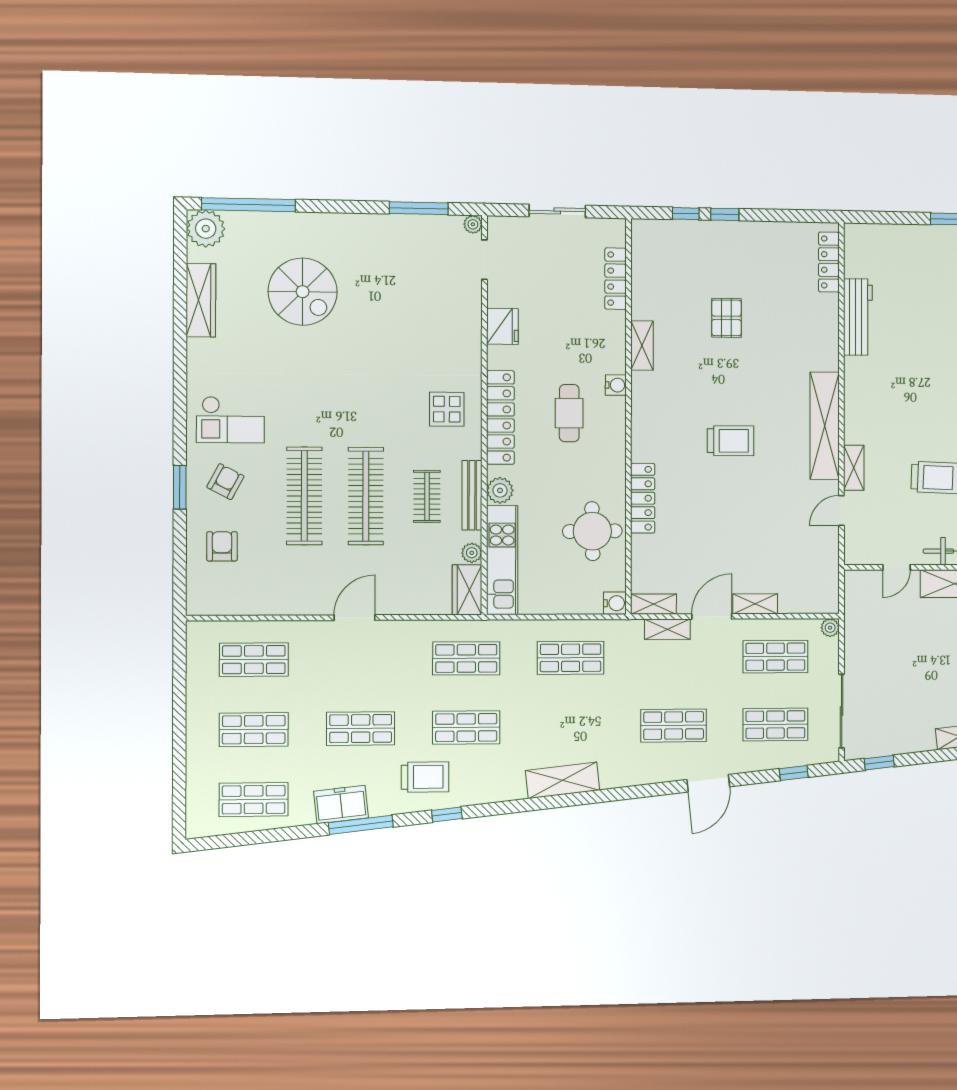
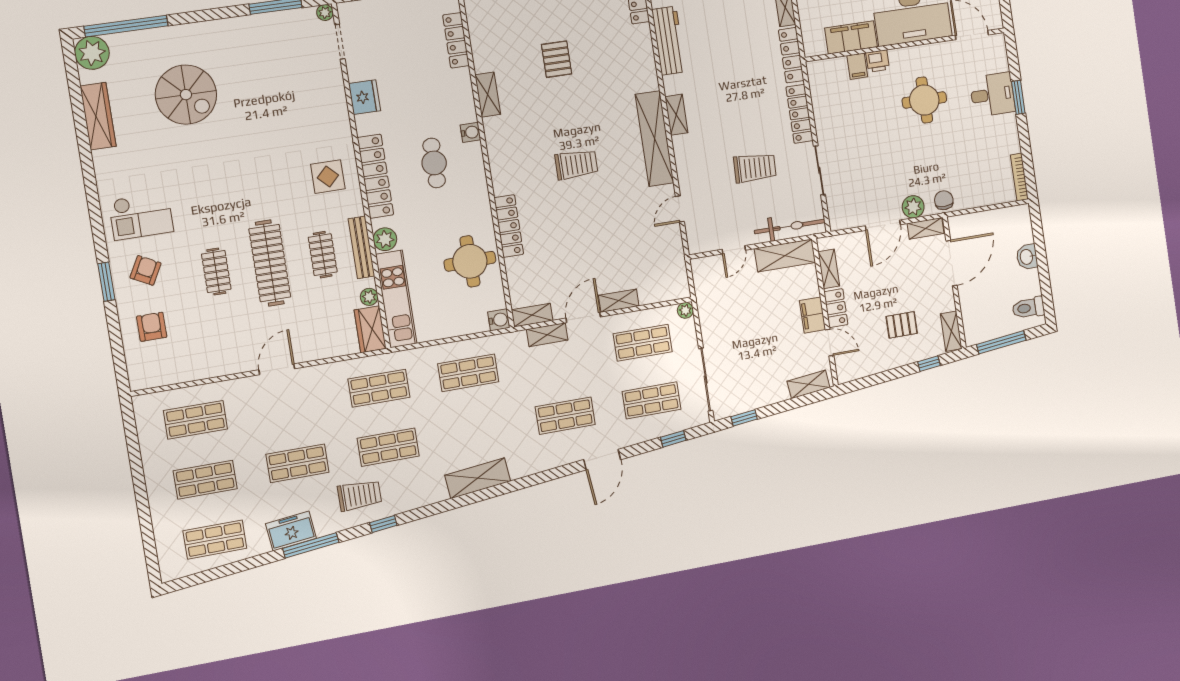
shelving: (854, 468) -> (676, 115), moved
clothes rail: (304, 496) -> (216, 272), width x0.54, depth x0.76

